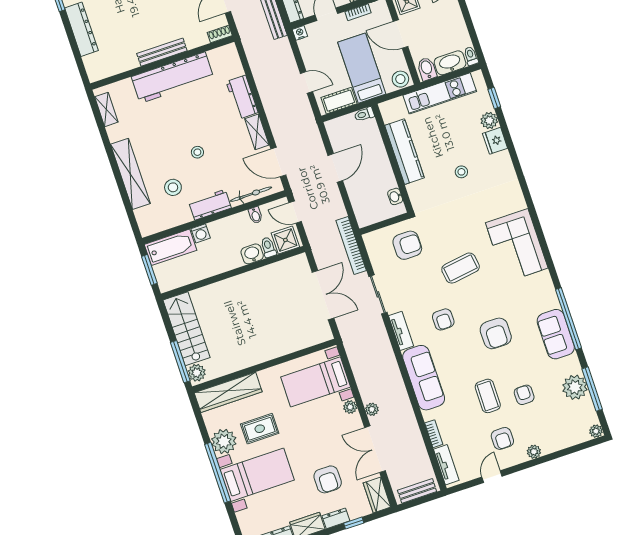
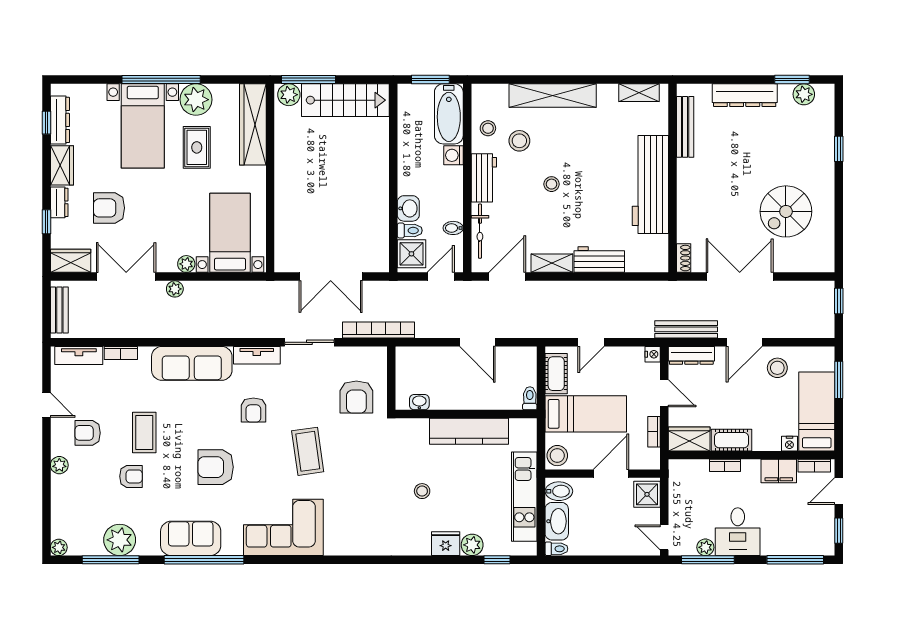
bench: (162, 52) -> (685, 127), moved
stool: (171, 214) -> (488, 128), added
corner sofa: (517, 245) -> (283, 527), moved
armchair: (443, 319) -> (253, 410), turned -90
coffee table: (488, 396) -> (144, 432), turned 90

